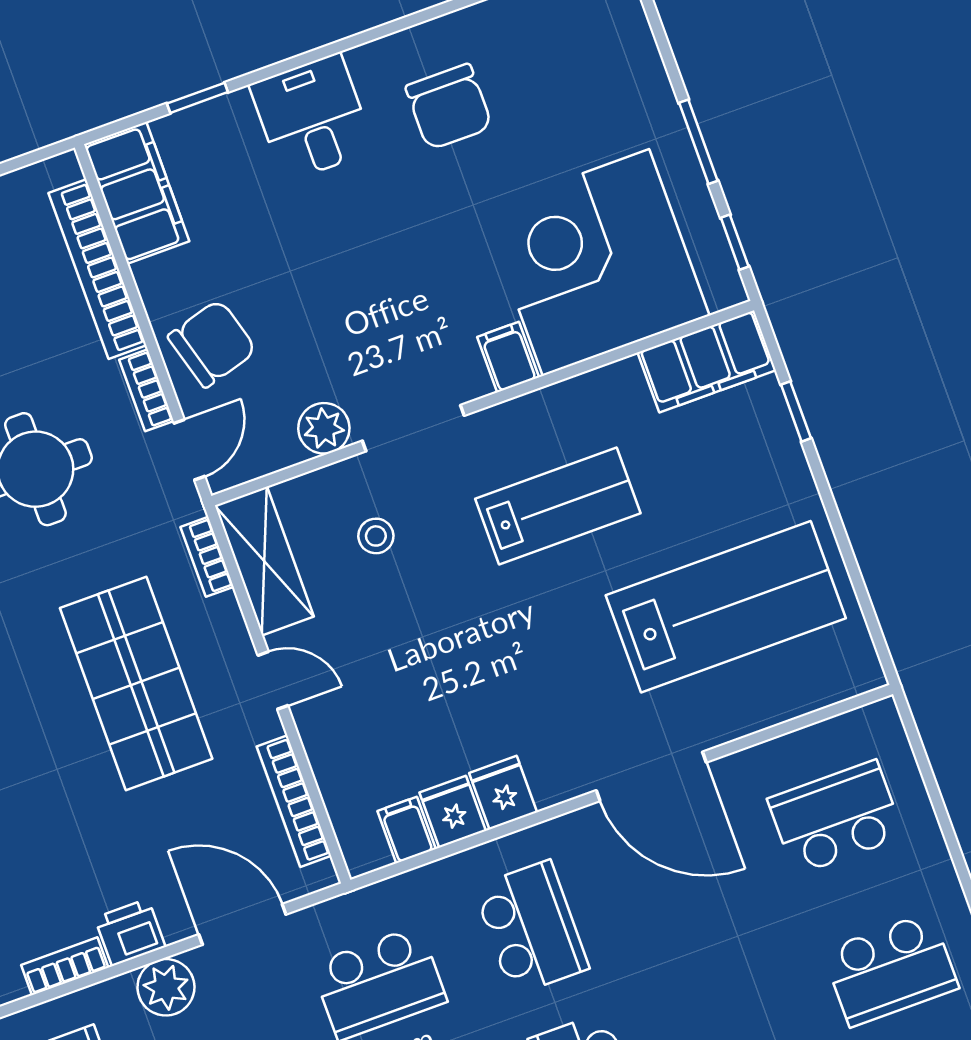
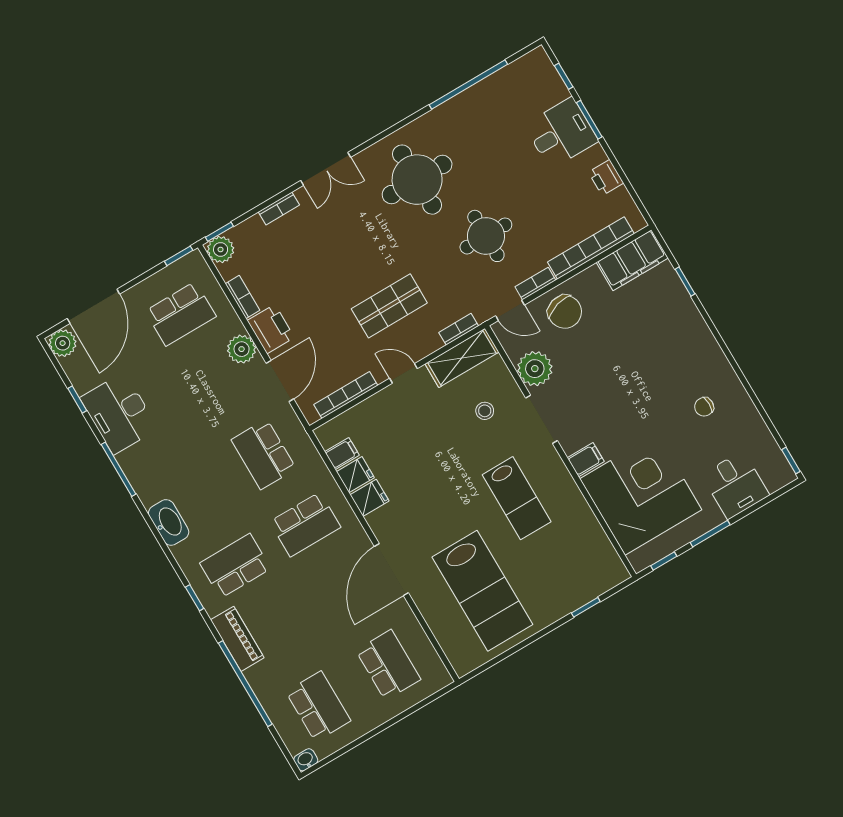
chair: (449, 107) -> (704, 407), width x0.54, depth x0.54
desk: (312, 118) -> (735, 485), moved, turned 90
filing cabinet: (707, 361) -> (602, 558), removed
plant: (324, 428) -> (535, 369), width x1.36, depth x1.36
door: (273, 680) -> (404, 373), swing flipped
shop shelf: (136, 683) -> (389, 306), width x0.70, depth x0.74
printer: (130, 932) -> (271, 329), width x1.36, depth x1.24
school desk: (891, 969) -> (318, 706), turned 180

